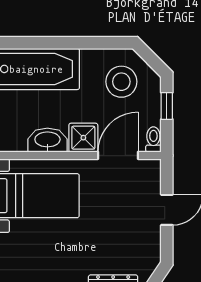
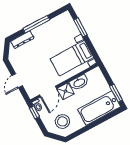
window: (167, 106) -> (34, 112), moved

